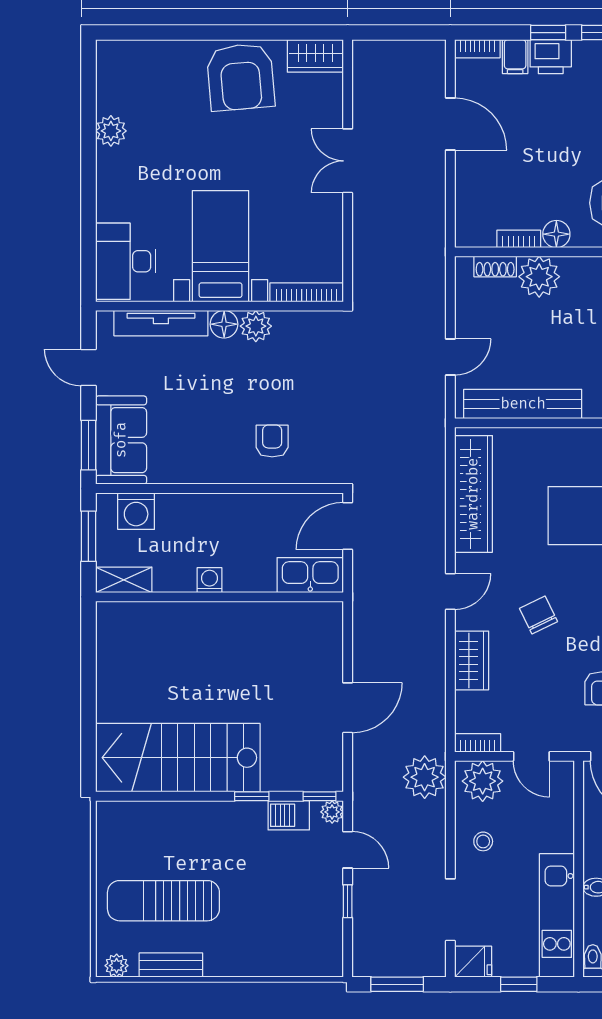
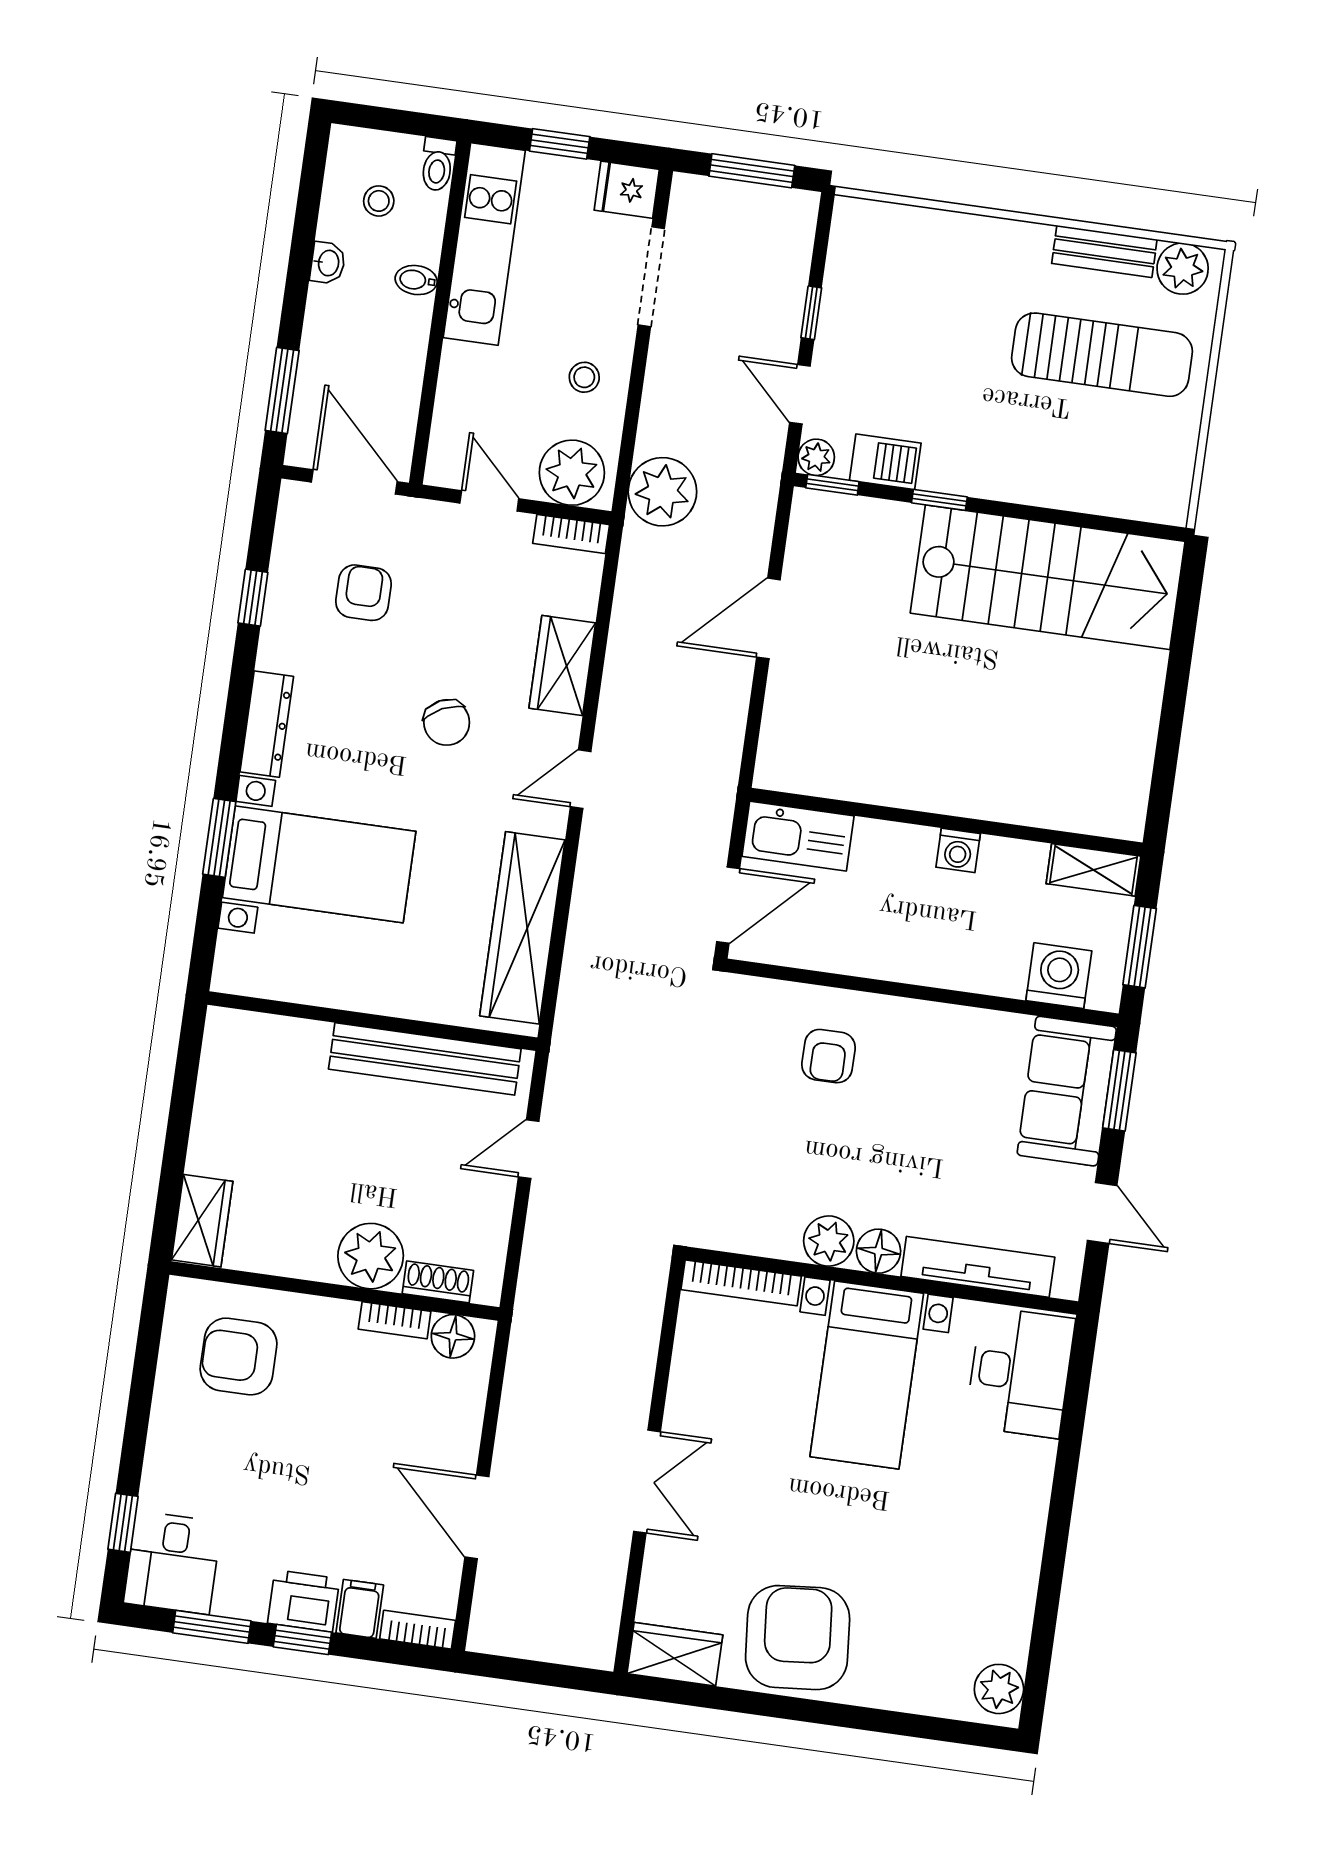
plant: (111, 131) -> (999, 1689), moved
floor lamp: (556, 234) -> (453, 1336), moved
plant: (117, 966) -> (1183, 269), width x1.38, depth x1.38

